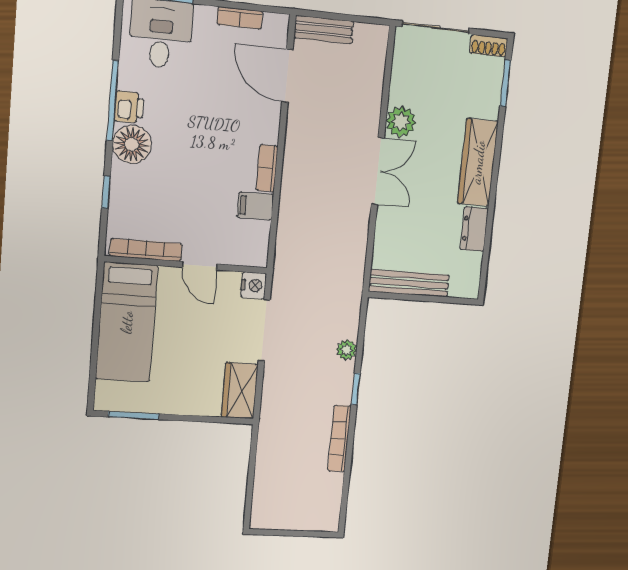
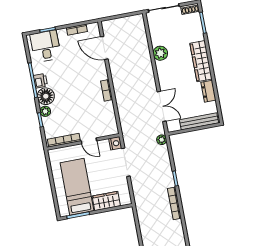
bench: (324, 30) -> (114, 24), removed
double door: (378, 171) -> (162, 106), moved
plant: (122, 177) -> (45, 111), added
filing cabinet: (255, 206) -> (106, 108), removed
bench: (409, 283) -> (199, 121), moved
bed: (127, 322) -> (77, 187), moved, turned 180
plant: (347, 350) -> (162, 140), moved
wardrobe: (240, 391) -> (106, 201), moved, turned 90

